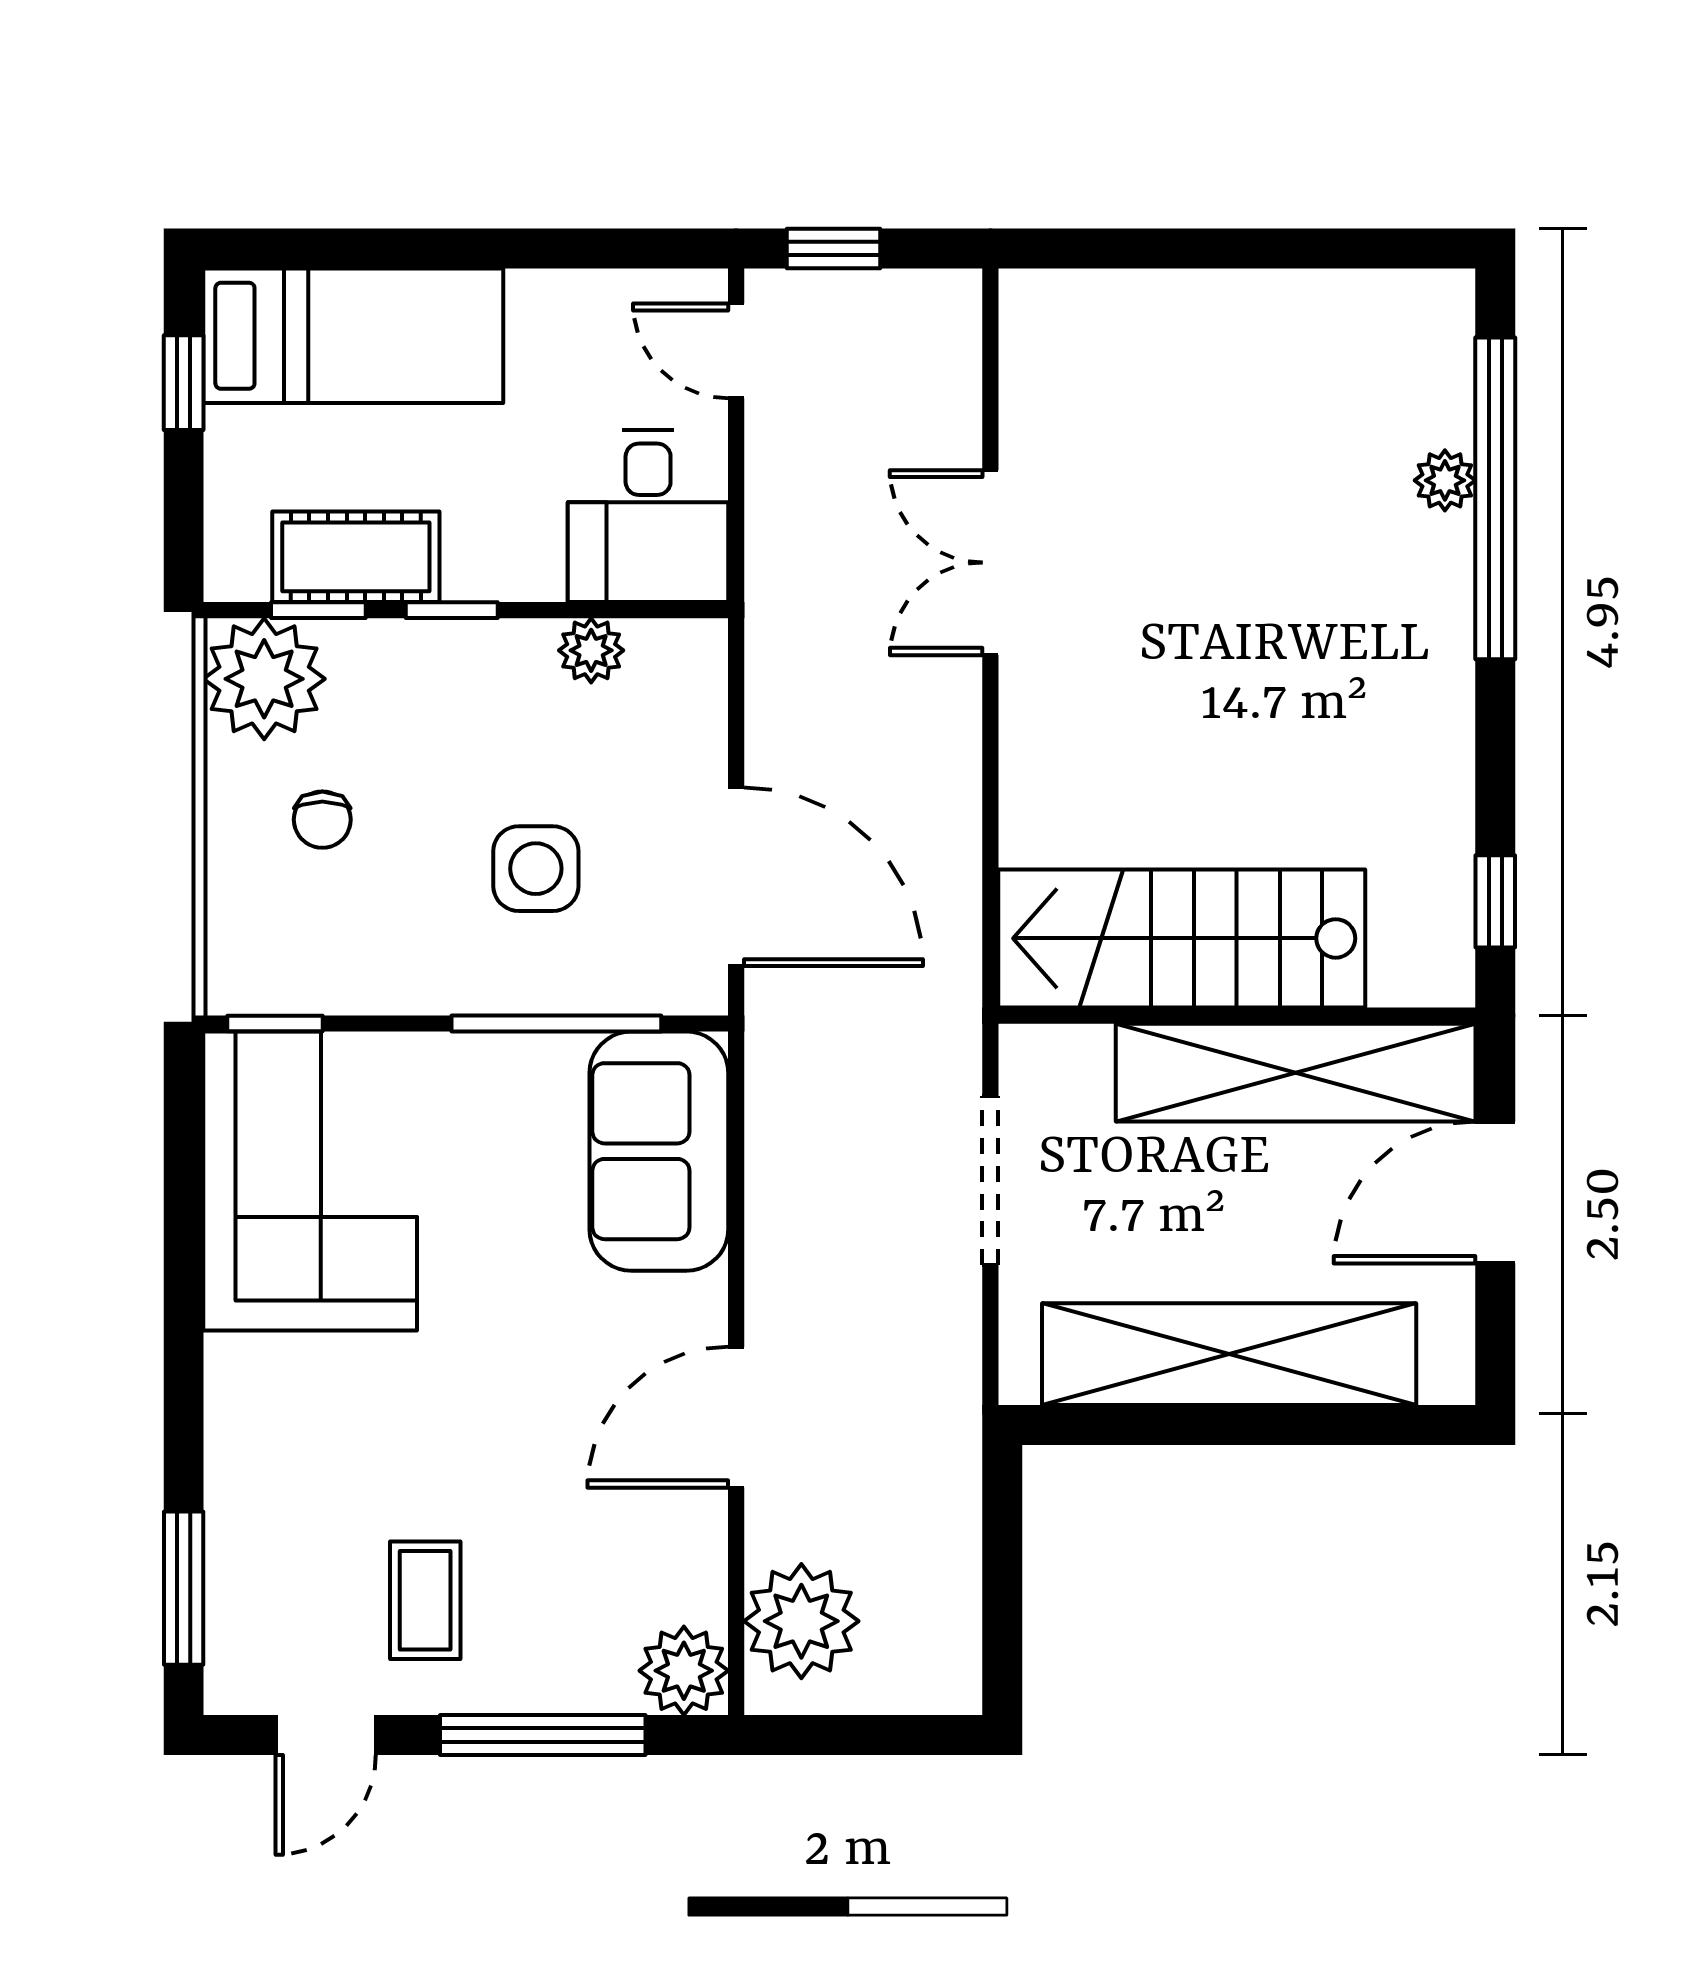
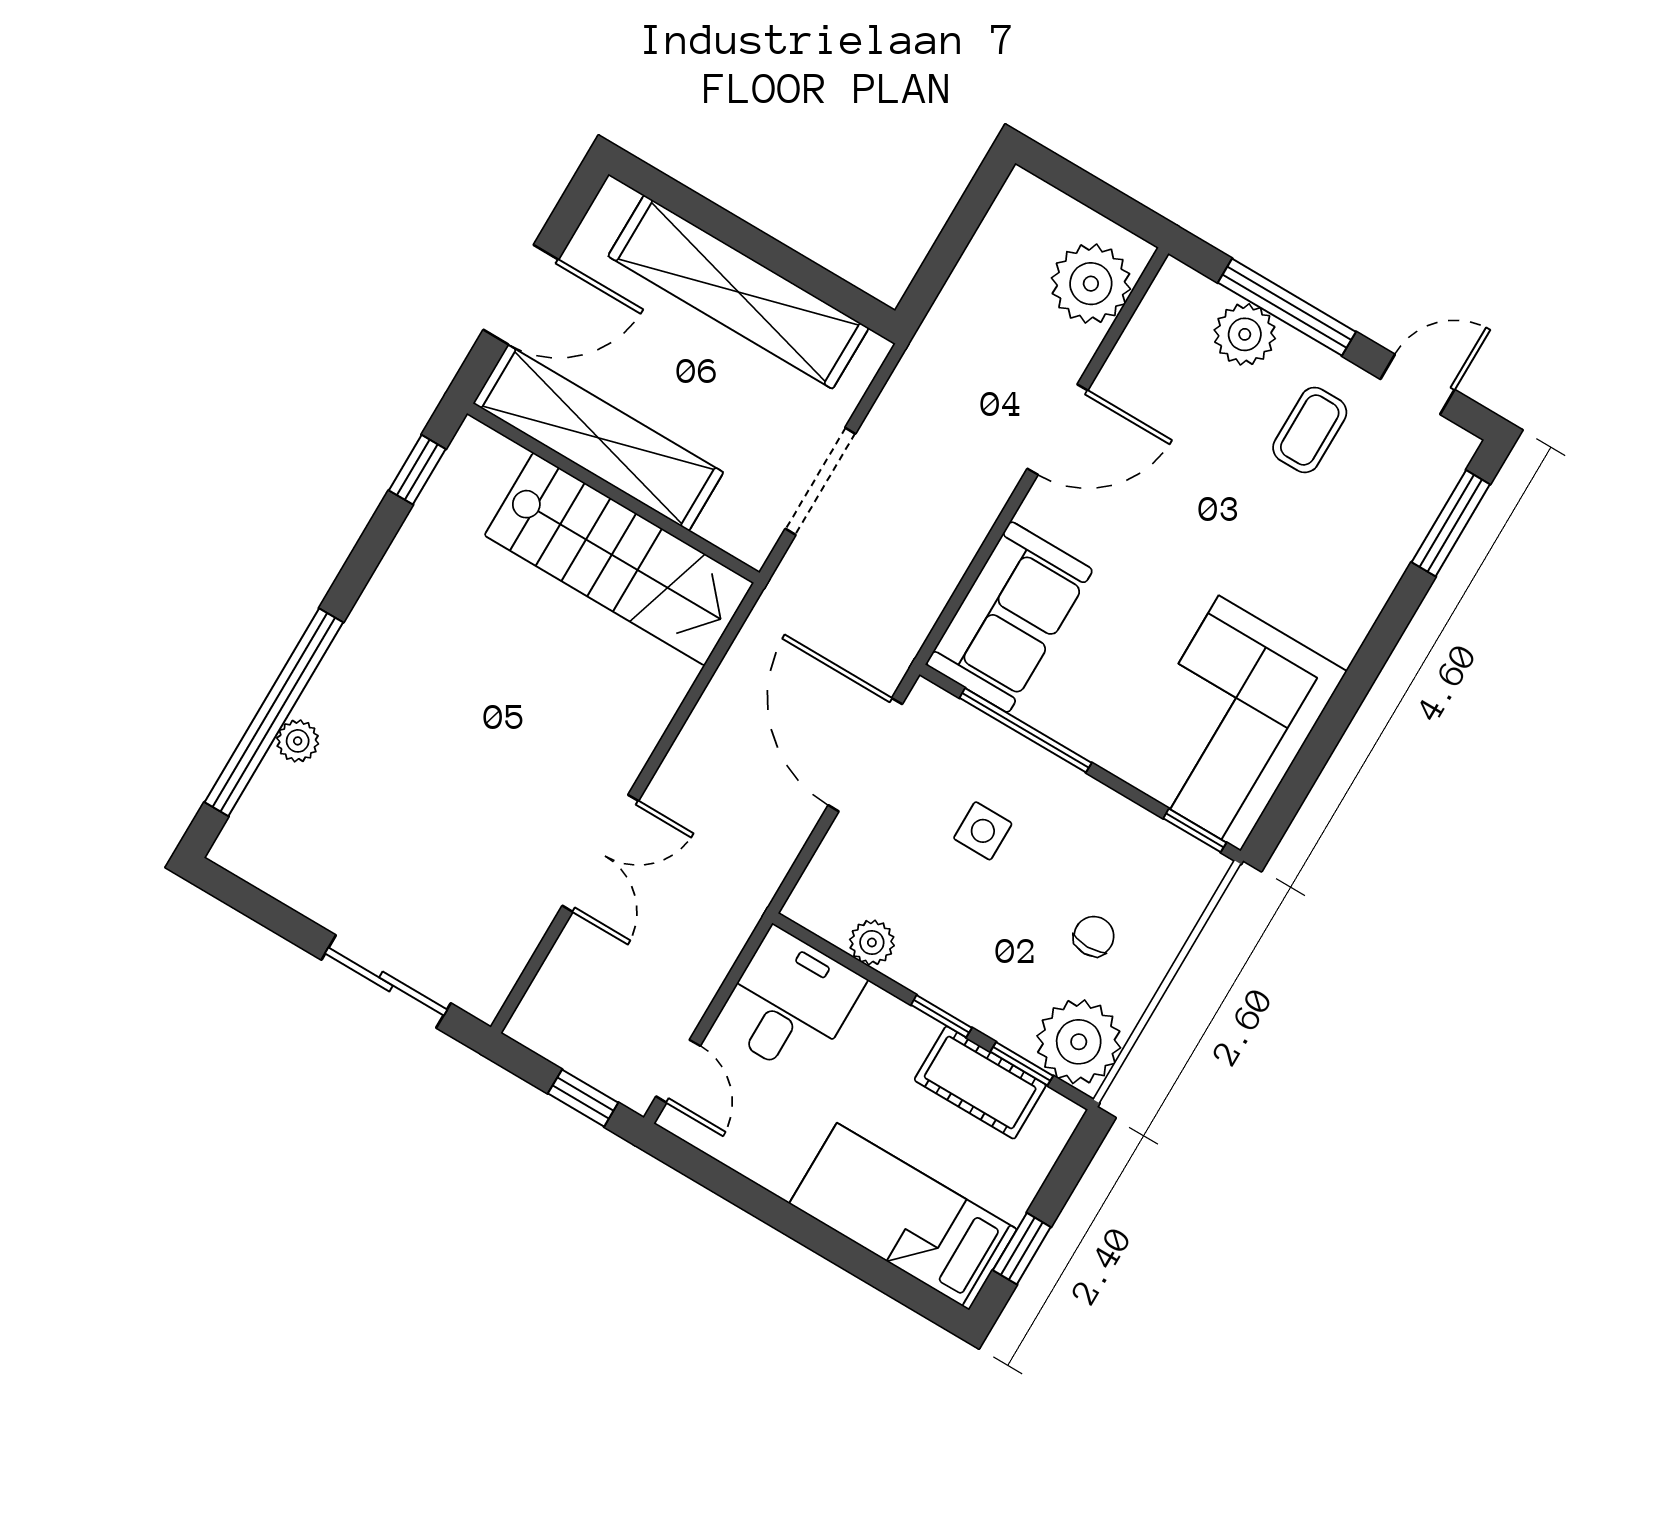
sliding door: (1161, 249) -> (386, 982), added
side table: (536, 869) -> (983, 831), width x0.73, depth x0.73
plant: (684, 1671) -> (1245, 334), moved

